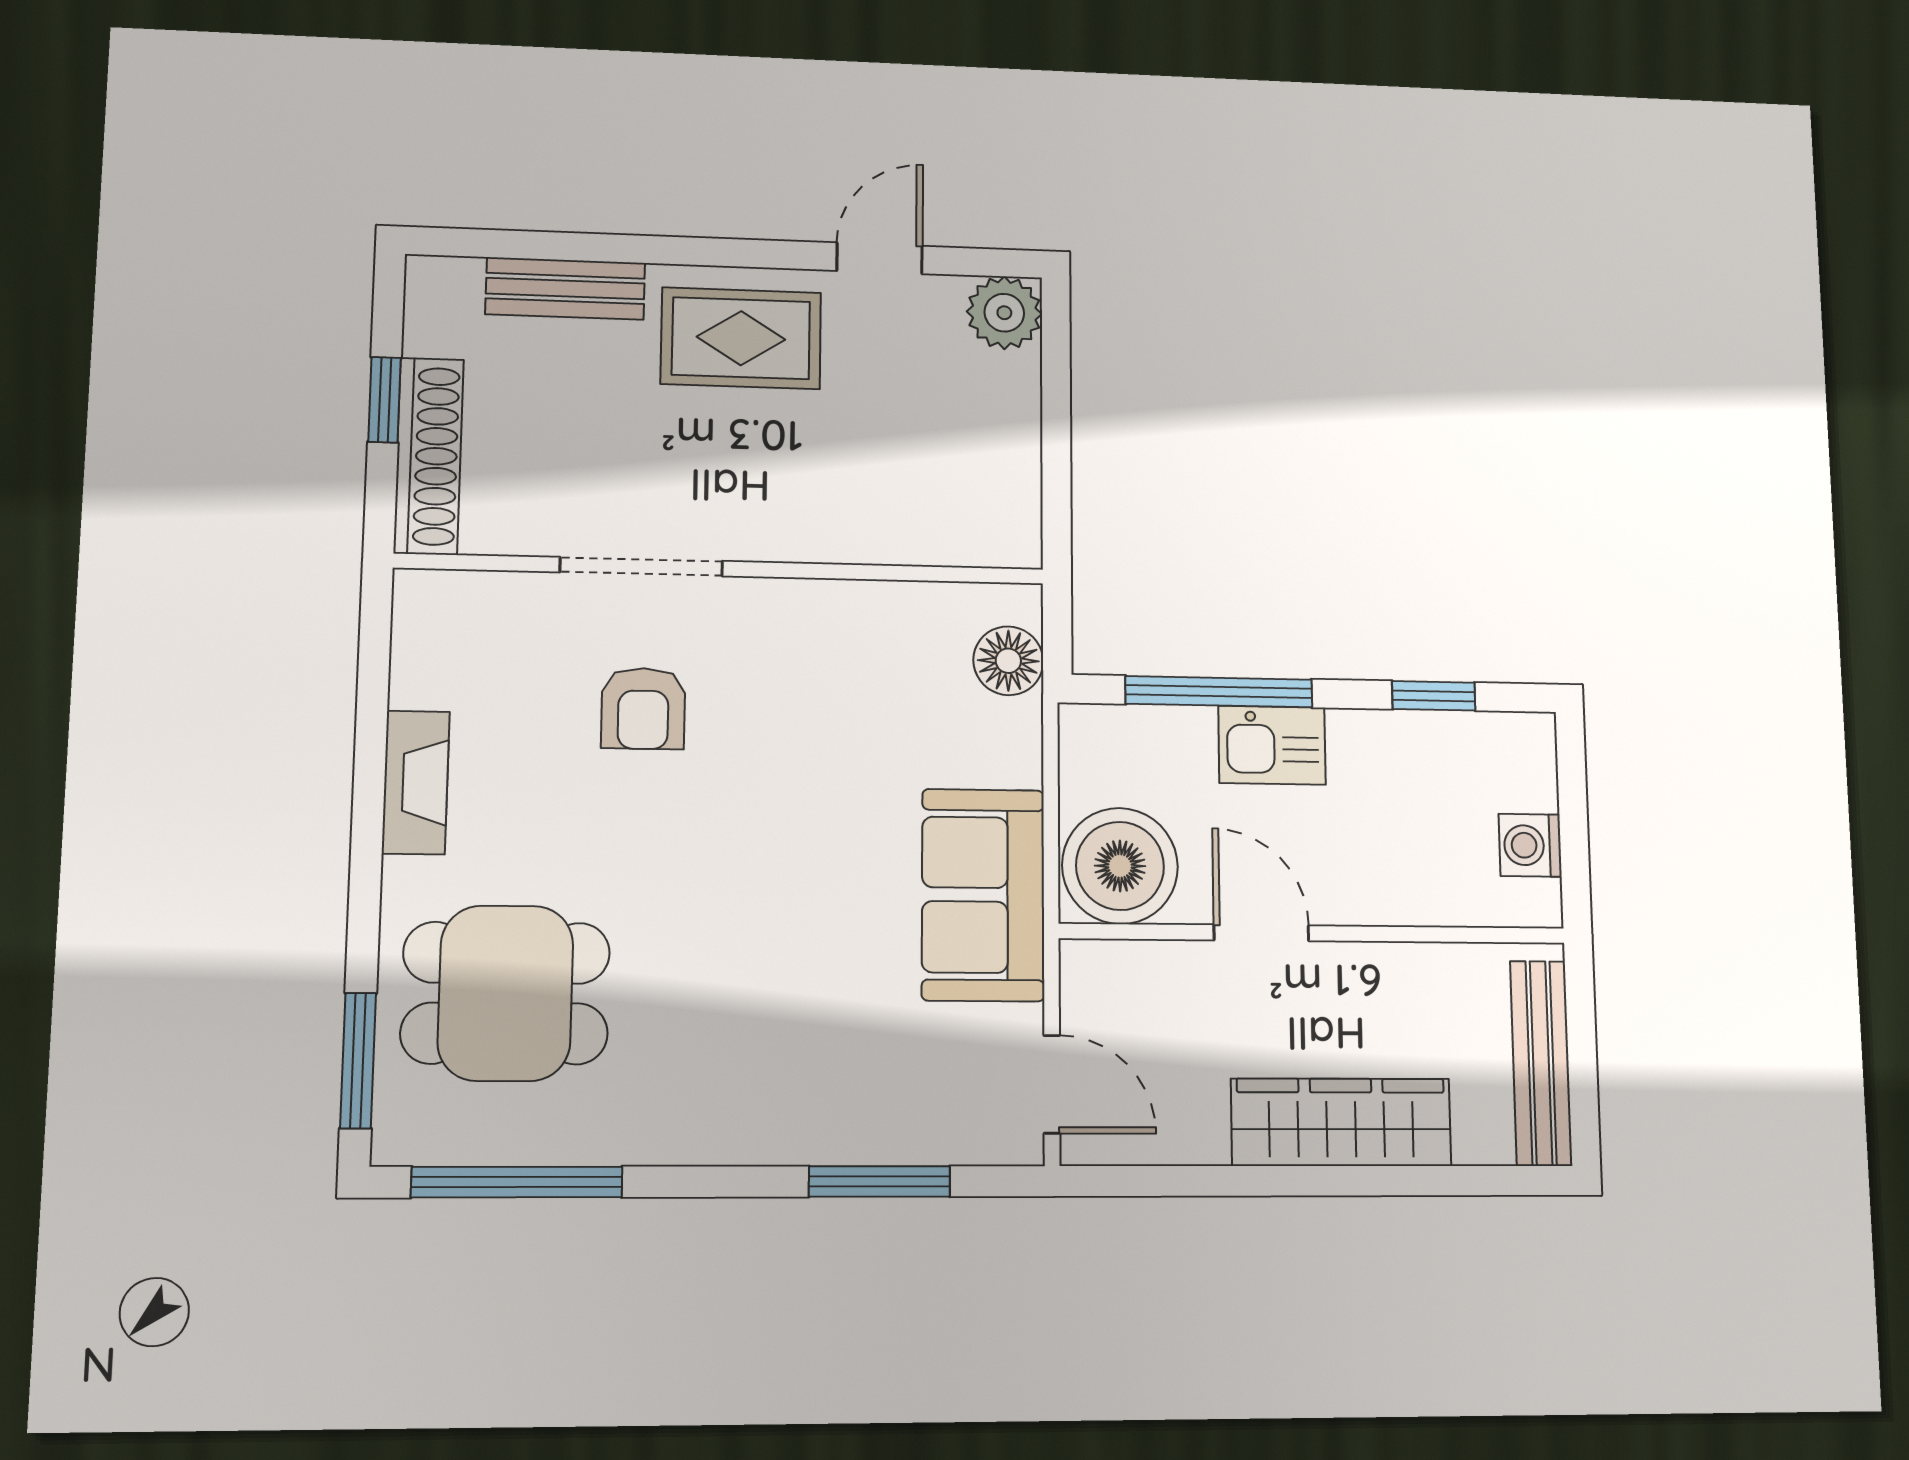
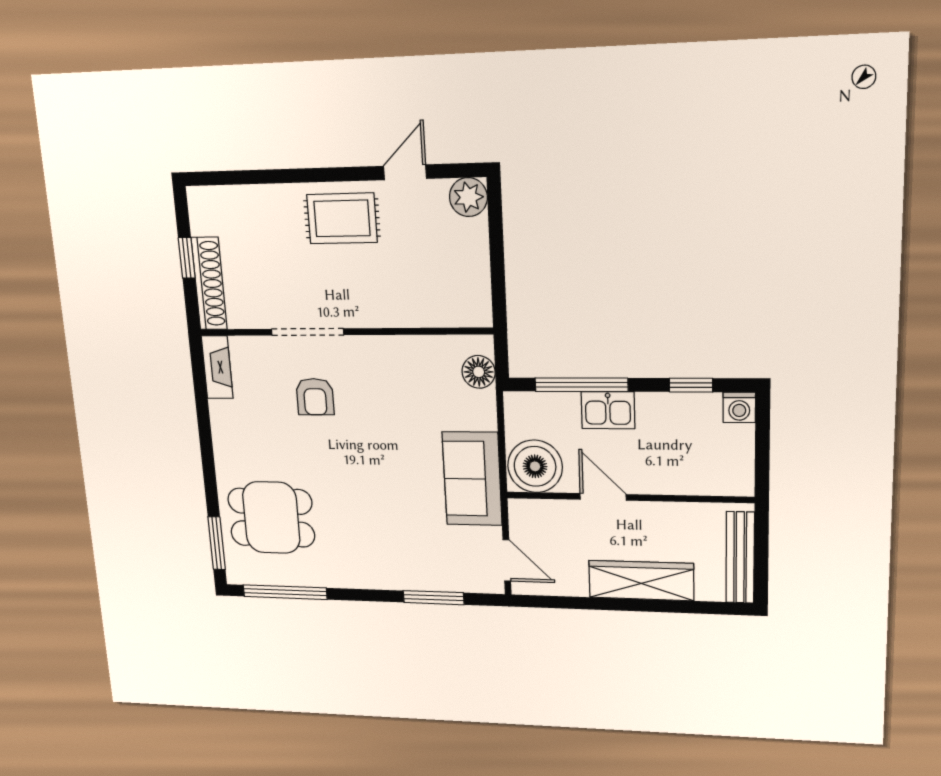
bench: (565, 288) -> (259, 198), removed
fireplace: (416, 782) -> (217, 367), moved
washing machine: (1530, 845) -> (739, 407), moved, turned -90

